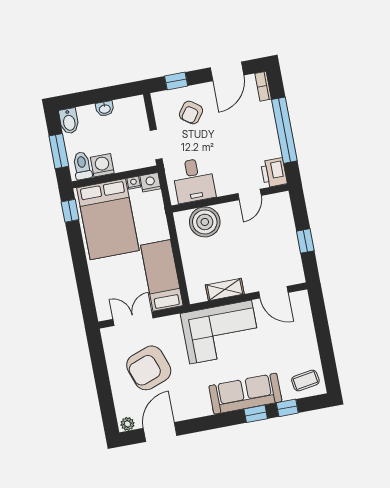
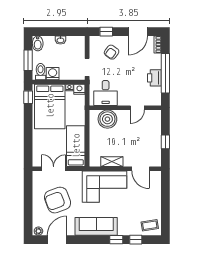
printer: (274, 173) -> (154, 78), moved
sofa: (245, 394) -> (96, 226), moved

